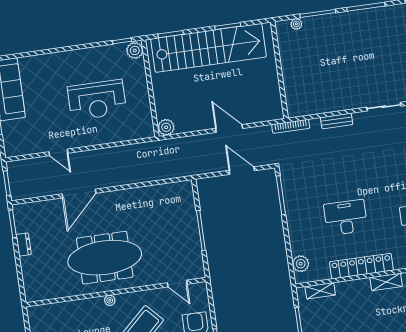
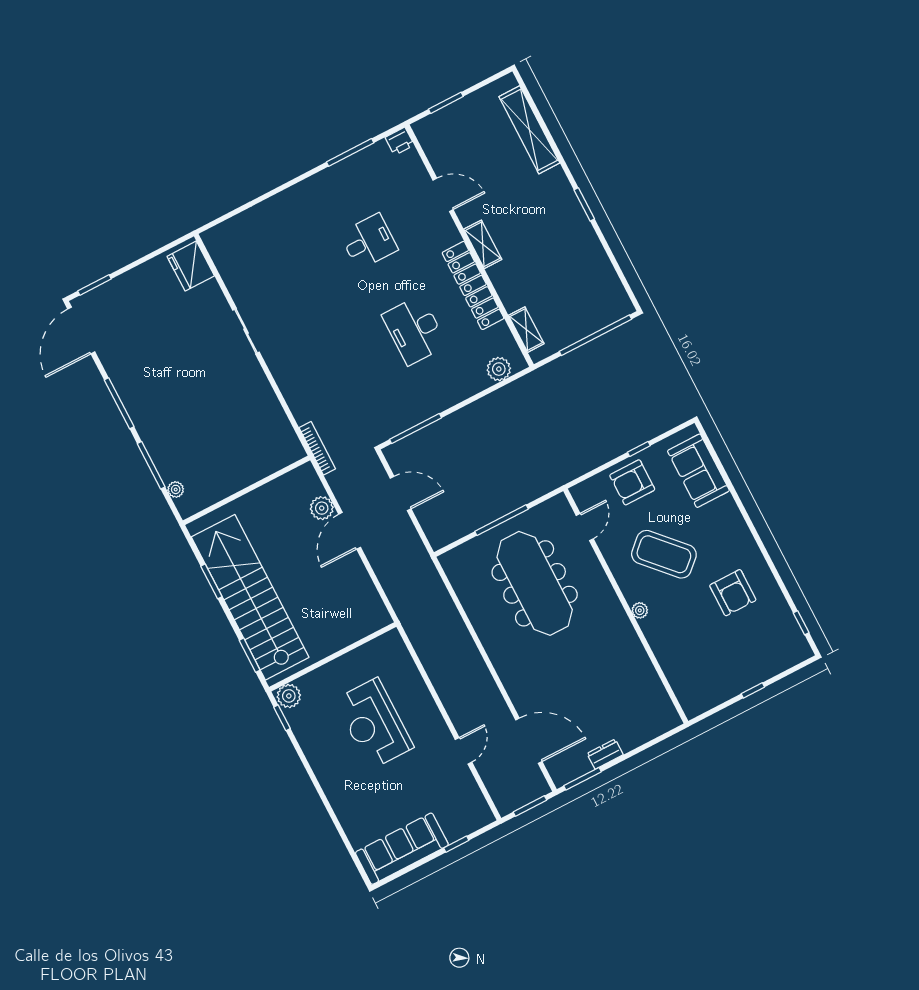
reception desk: (97, 100) -> (374, 724), turned 180
bench: (337, 121) -> (288, 388), removed
plant: (166, 127) -> (322, 508), moved
door: (242, 171) -> (401, 494), swing flipped
door: (79, 193) -> (529, 741), moved
meeting table: (105, 258) -> (535, 583), moved

